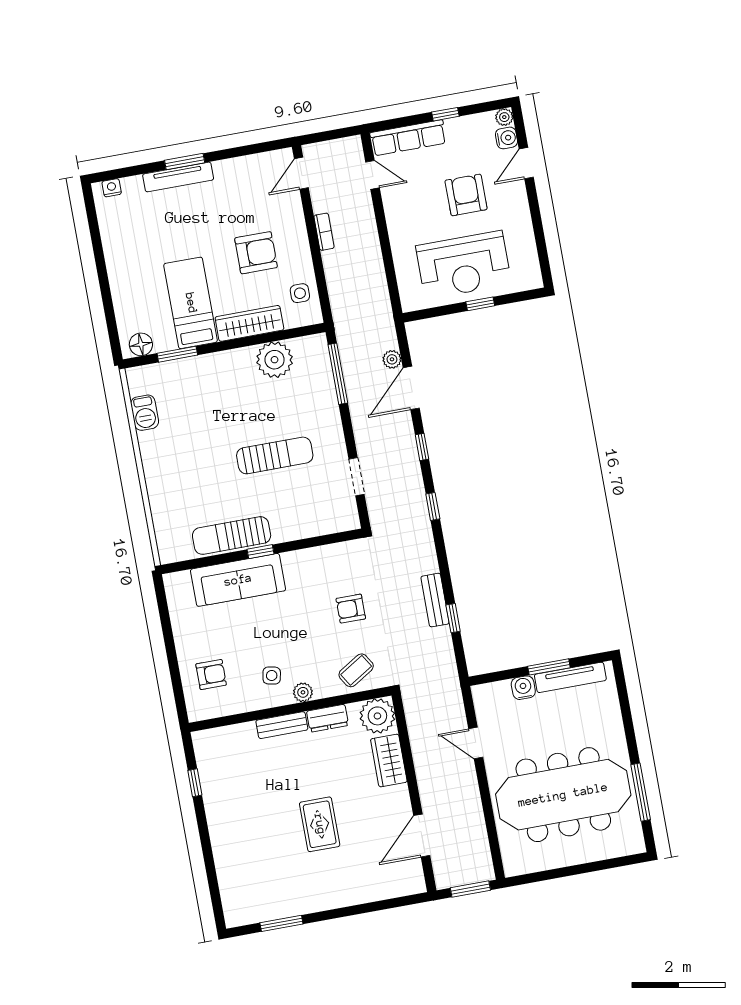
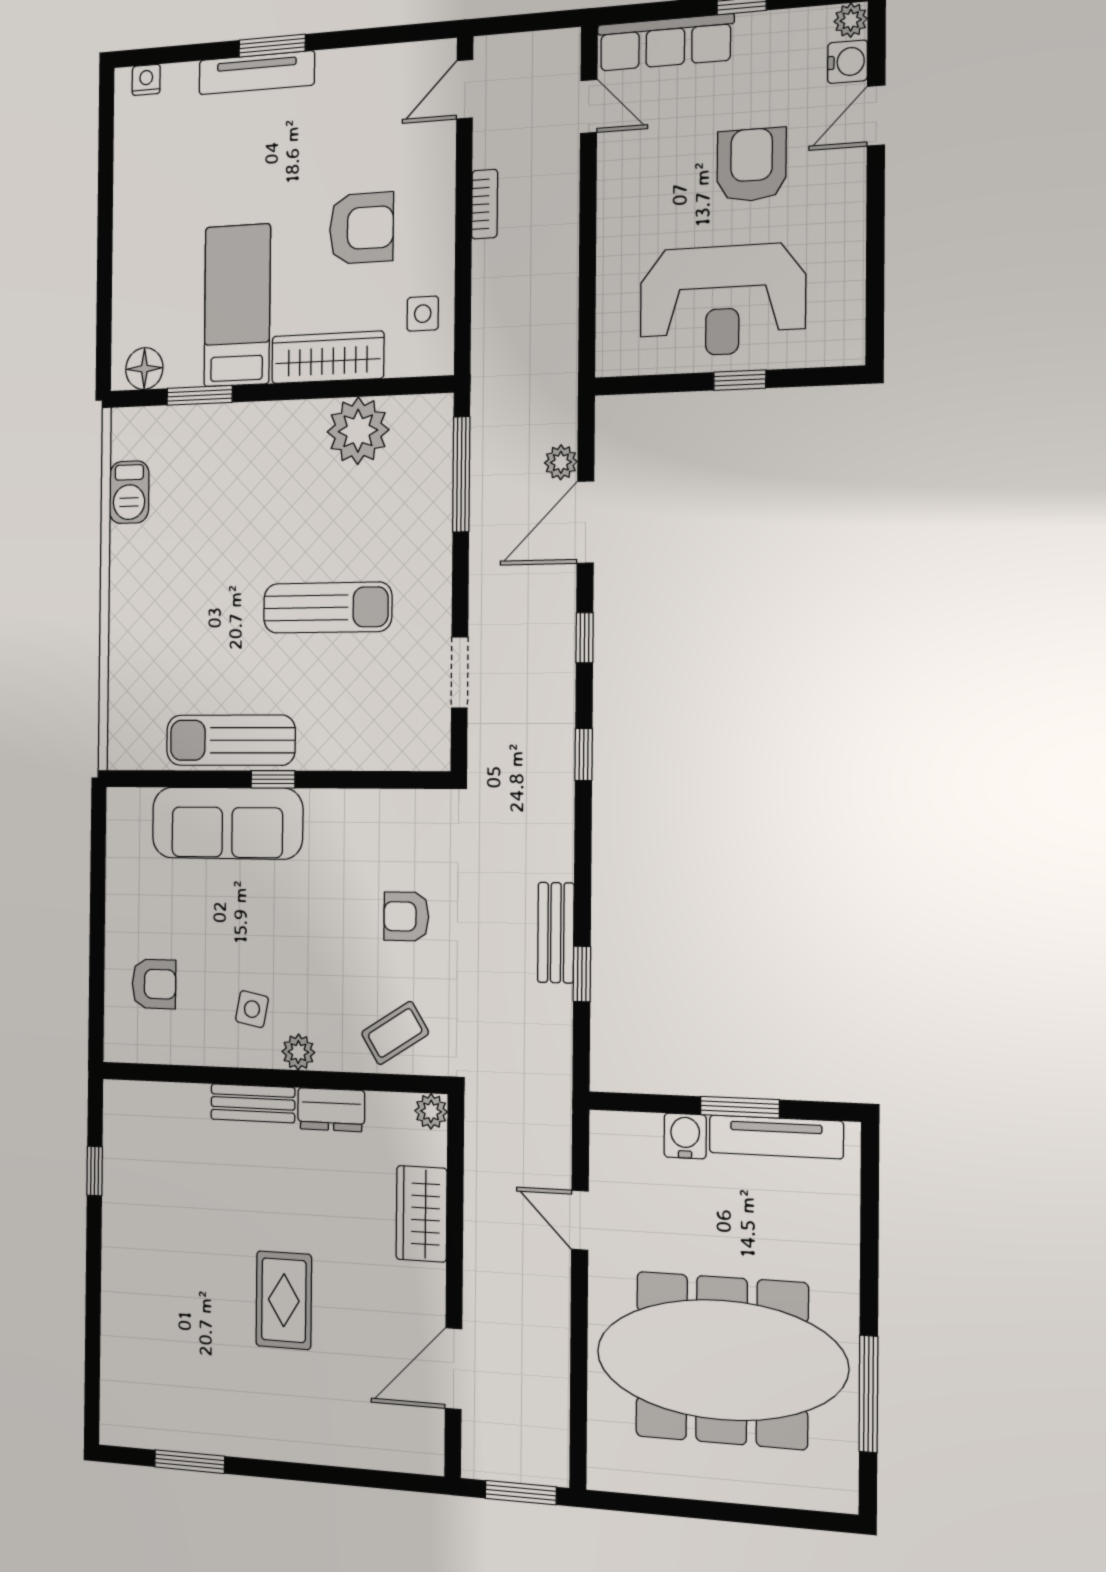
plant: (377, 716) -> (431, 1111), width x0.53, depth x0.53

